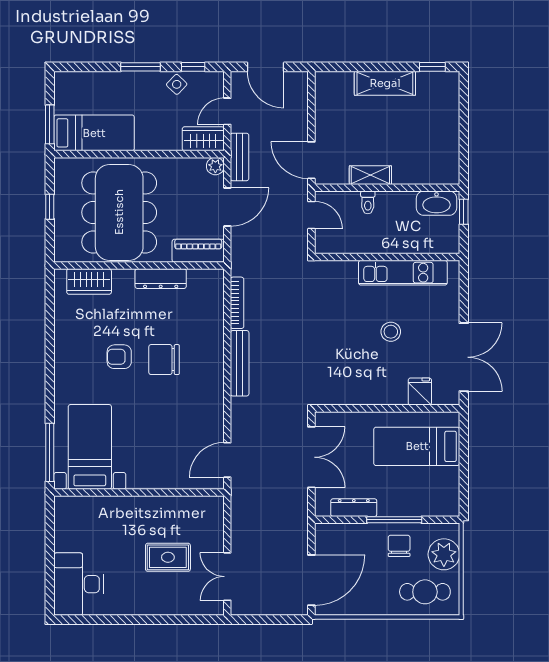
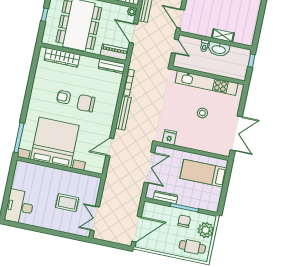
shelving: (370, 175) -> (223, 35), moved
washbasin: (436, 203) -> (219, 49), moved
door: (227, 207) -> (134, 33), swing flipped
kitchen unit: (403, 273) -> (207, 83), width x1.36
dresser: (161, 279) -> (112, 66), moved
wardrobe: (89, 282) -> (62, 57), width x1.50
fridge: (420, 392) -> (169, 137), moved
bed with nightstands: (90, 447) -> (55, 142), width x1.85
door: (227, 460) -> (110, 147), moved

